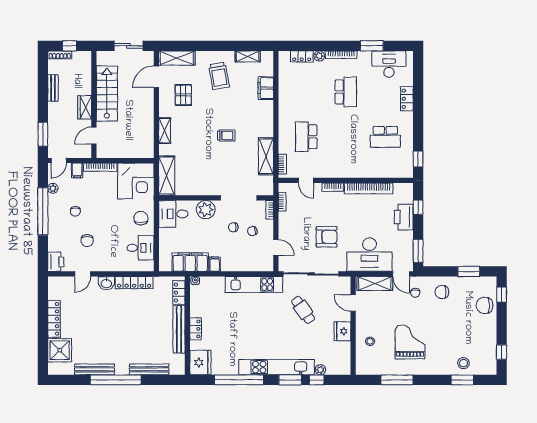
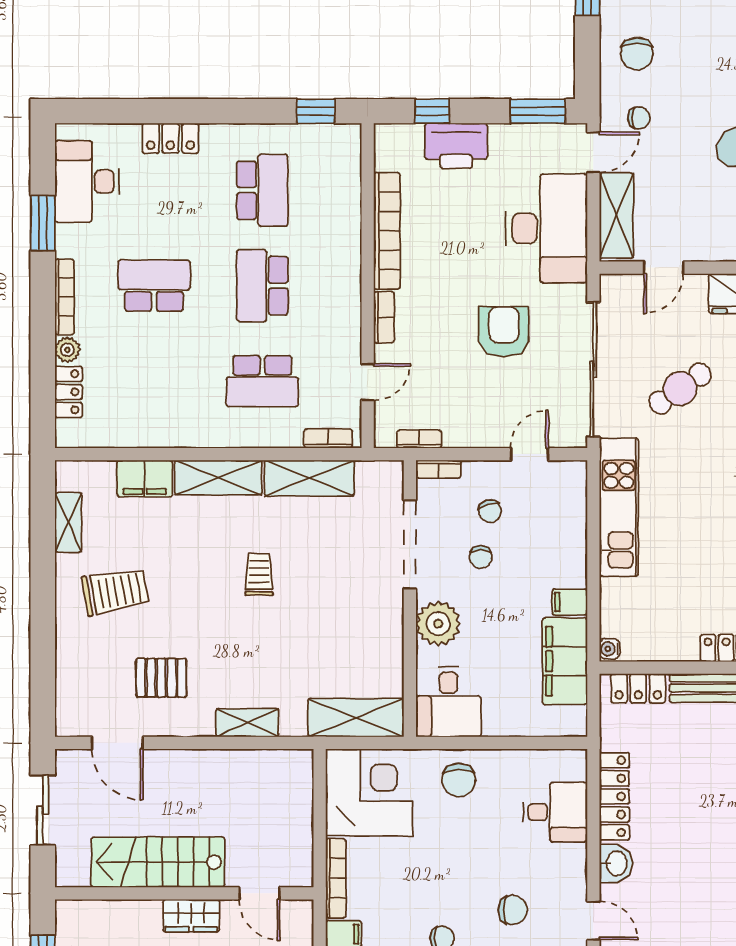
shelving: (177, 58) -> (218, 478), moved, turned 90
school desk: (346, 137) -> (262, 286), added
chair: (141, 218) -> (459, 780), turned -90
desk: (140, 248) -> (555, 812), moved, turned 90

